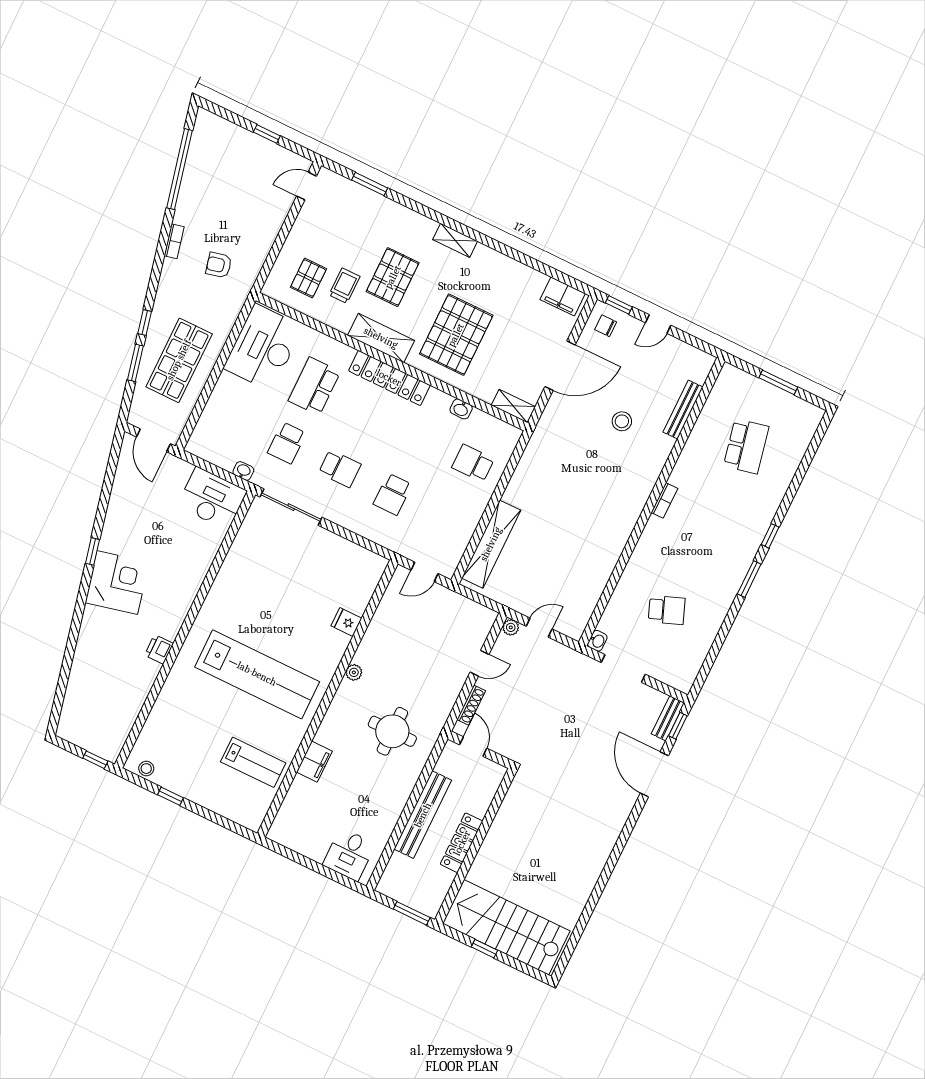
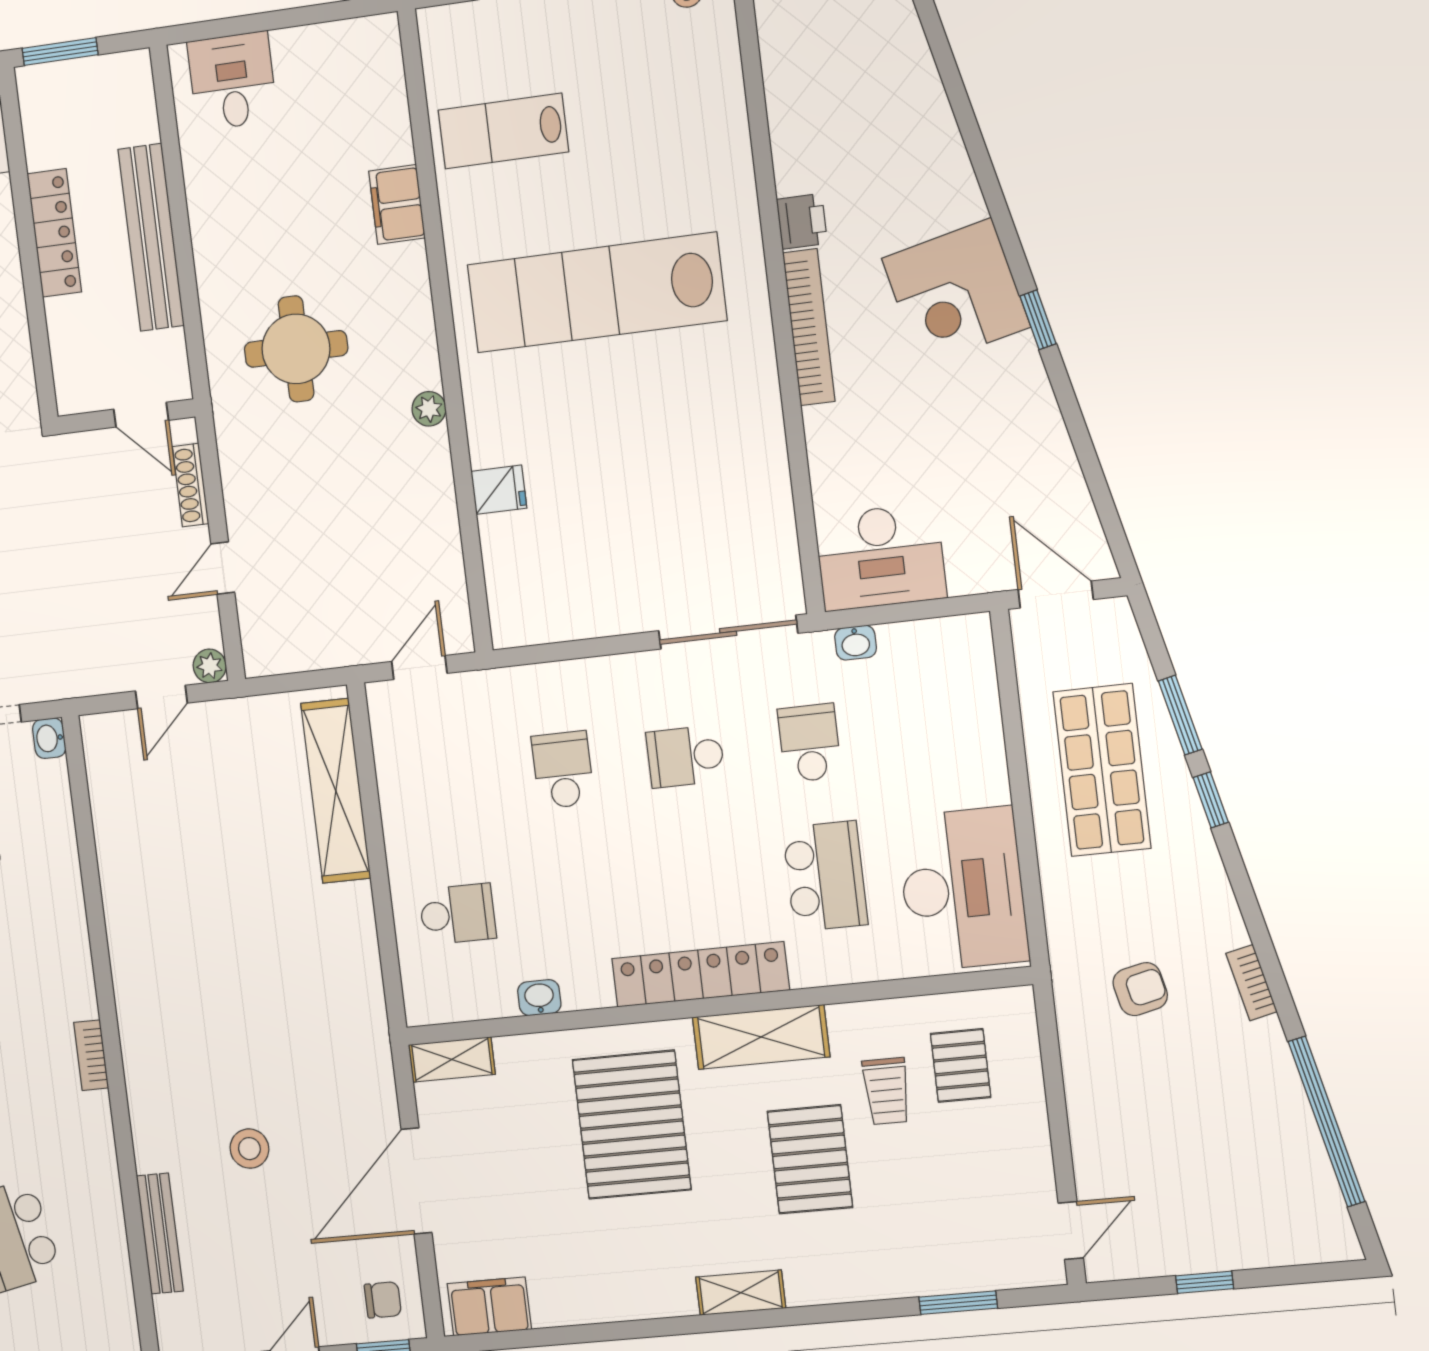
bookcase: (183, 606) -> (809, 327), added

